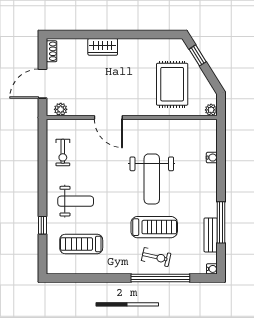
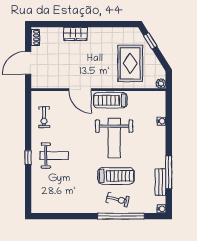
plant: (61, 109) -> (42, 83), removed
window: (43, 225) -> (28, 158), moved
treadmill: (81, 244) -> (110, 100), moved

